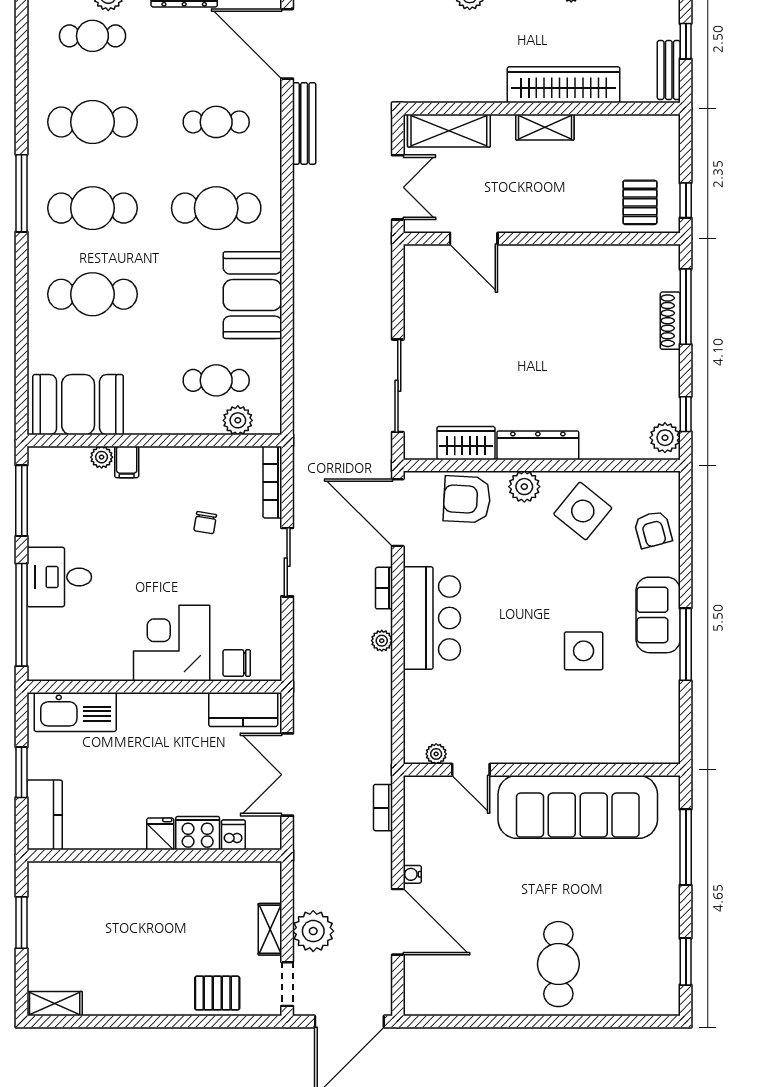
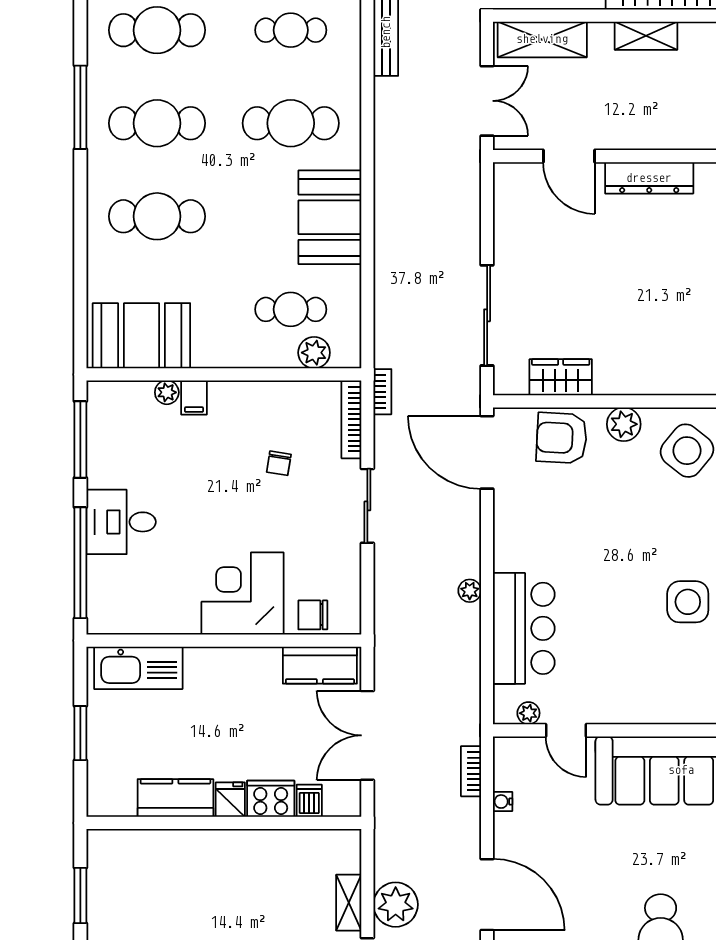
dresser: (538, 445) -> (649, 178), moved, turned 180
bookcase: (384, 588) -> (382, 392), moved, turned 180
bar counter: (432, 618) -> (524, 628), moved
kitchen counter: (45, 815) -> (175, 798), moved, turned -90
water cooler: (412, 874) -> (503, 802), moved

